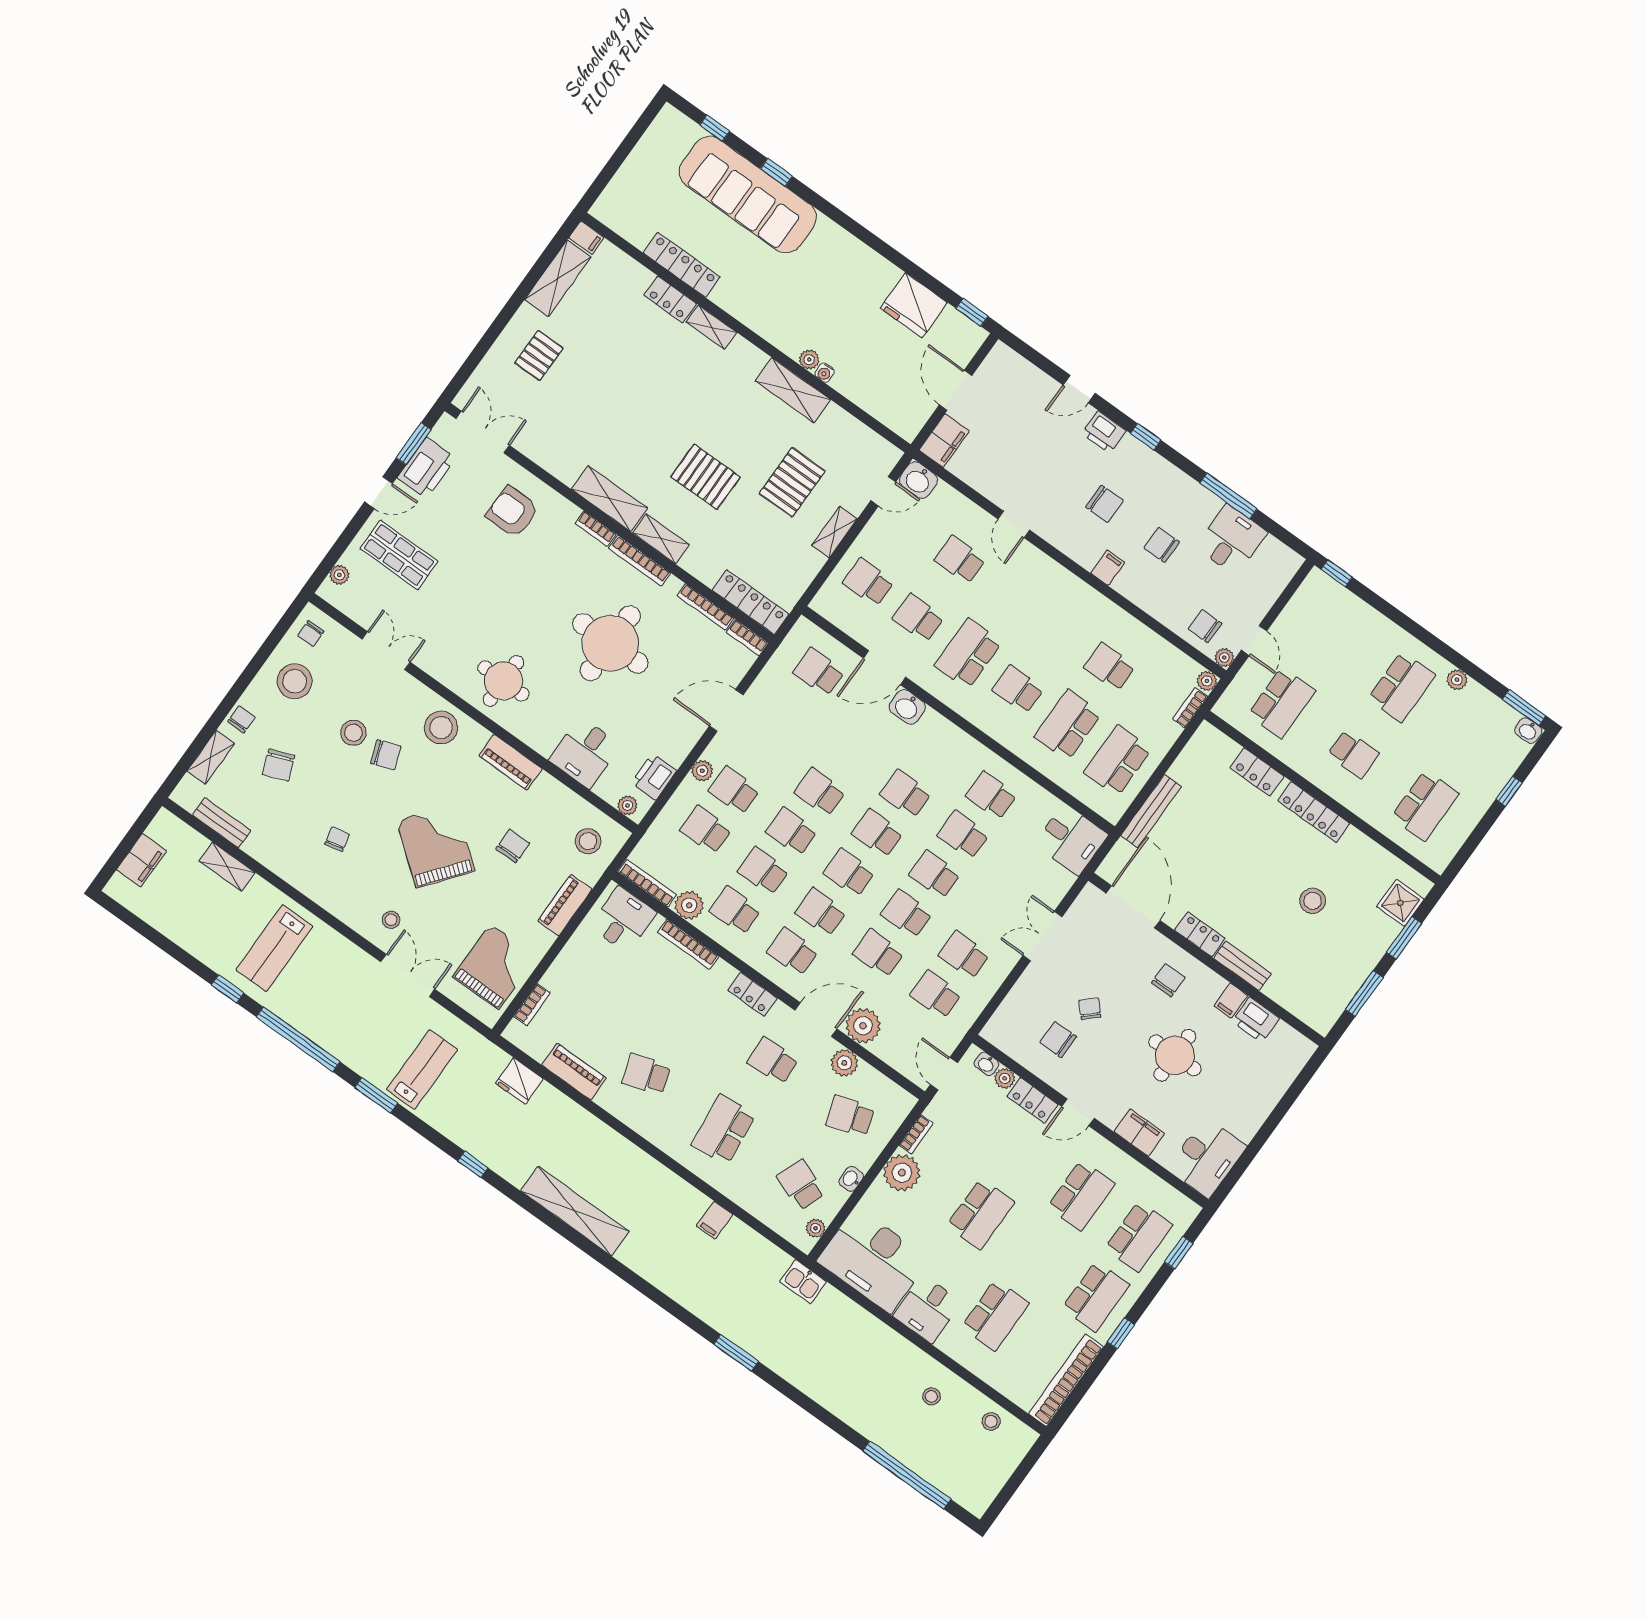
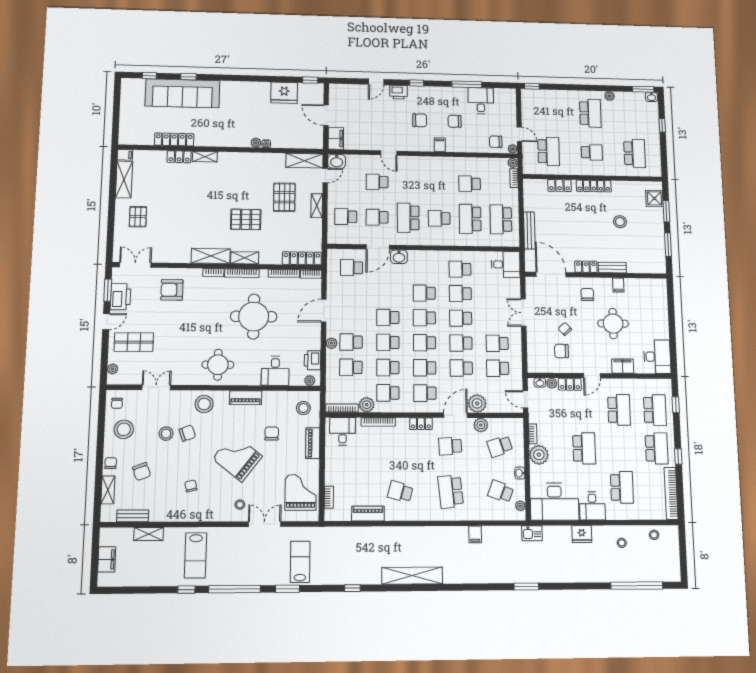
shelving: (793, 390) -> (304, 161), moved
printer: (1256, 1020) -> (634, 286), removed
school desk: (646, 1074) -> (400, 492), turned 33
fridge: (519, 1081) -> (582, 534), moved

